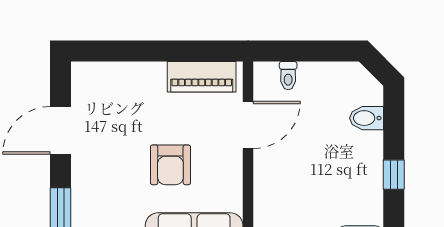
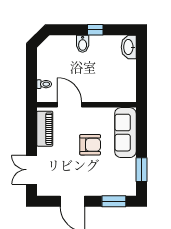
double door: (122, 51) -> (31, 170), added
bidet: (366, 118) -> (83, 44), moved

